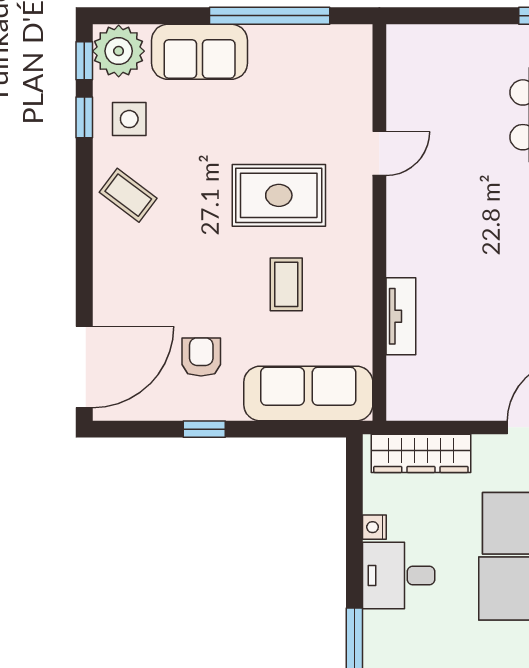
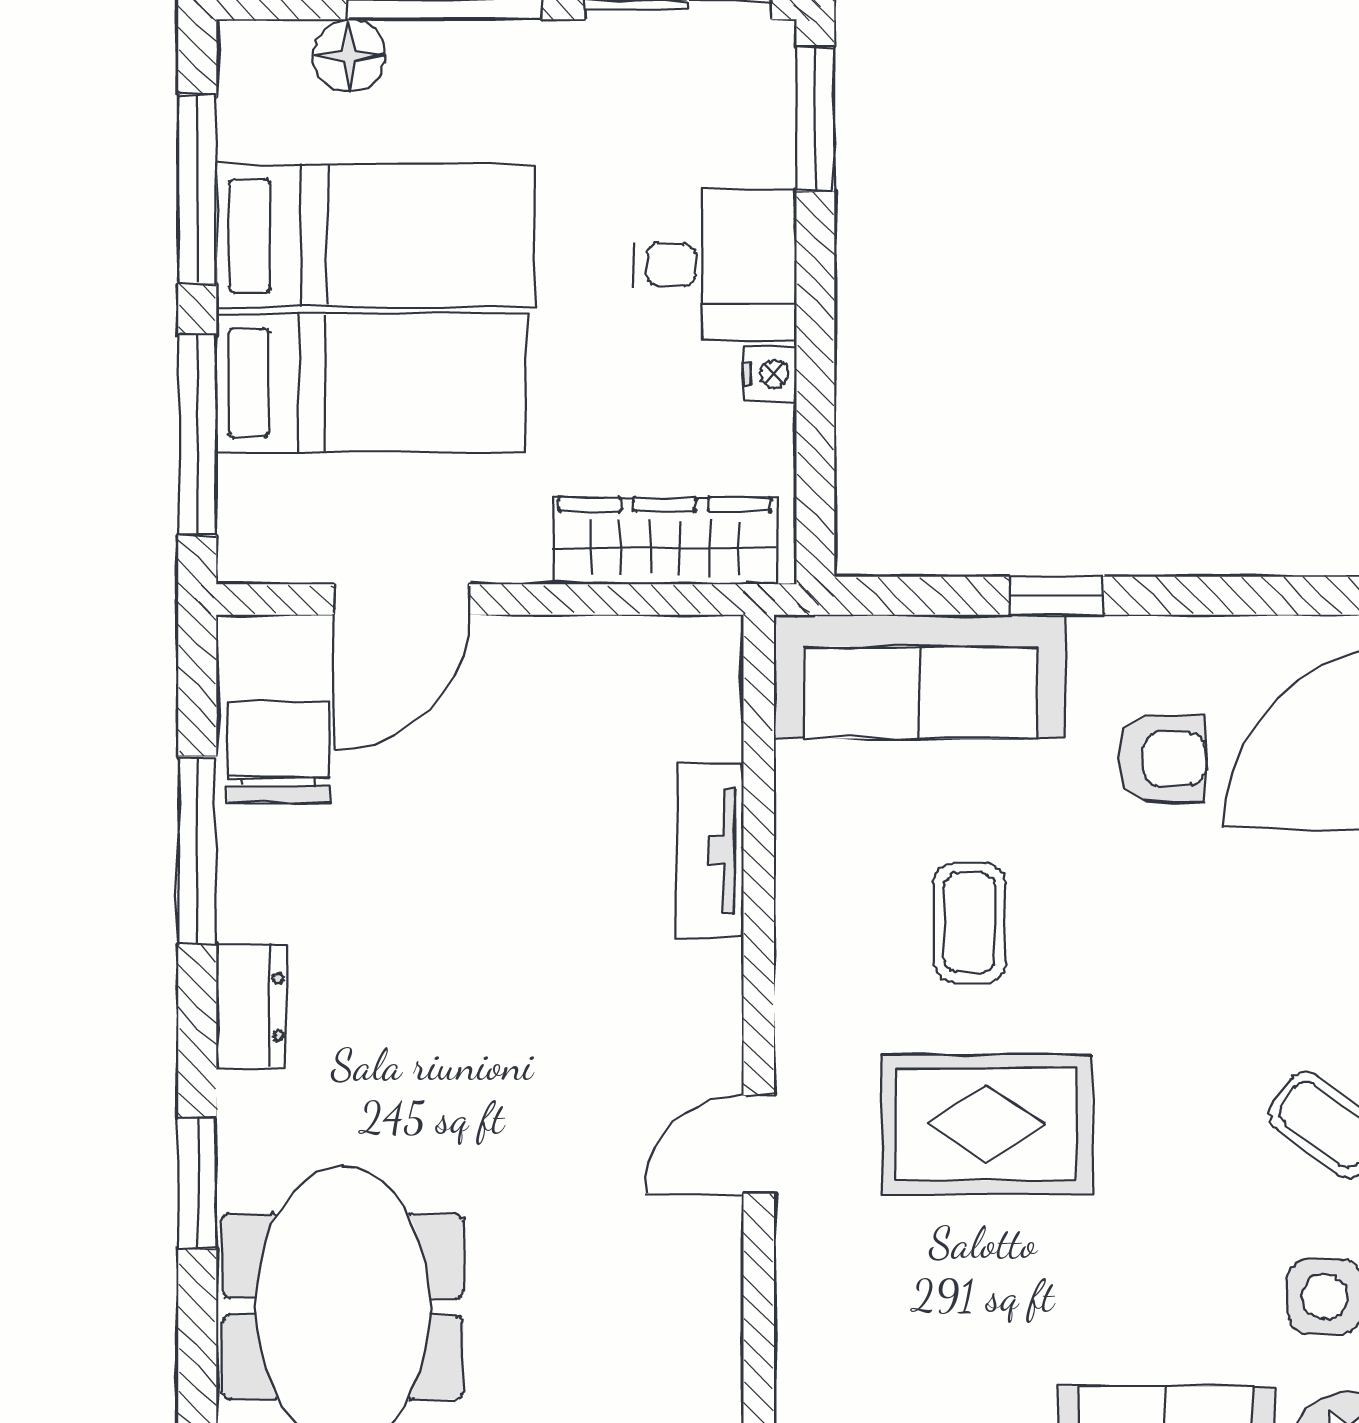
door: (379, 154) -> (759, 1144), moved
armchair: (201, 357) -> (1162, 759), turned -90
window: (204, 429) -> (1057, 596), moved

